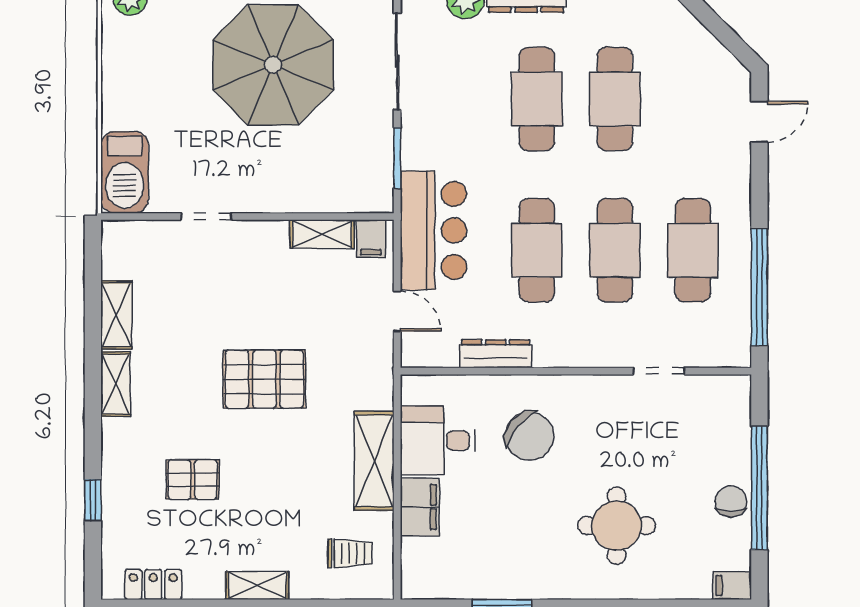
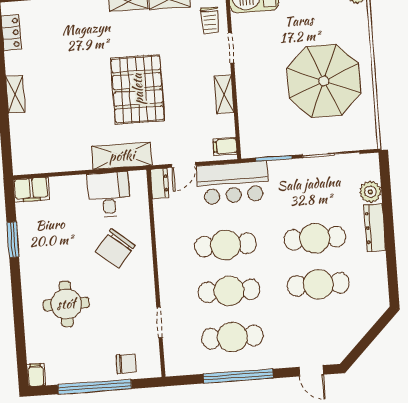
shelving: (322, 234) -> (224, 94), moved
window: (759, 287) -> (238, 376), moved
dresser: (496, 354) -> (160, 183), moved, width x0.70
pallet: (264, 379) -> (138, 89), width x1.37, depth x1.41
shelving: (374, 461) -> (122, 156), moved
pallet: (193, 480) -> (75, 51), removed
chair: (731, 502) -> (126, 364), moved
filing cabinet: (420, 507) -> (31, 190), moved
trolley: (350, 553) -> (210, 20), moved

